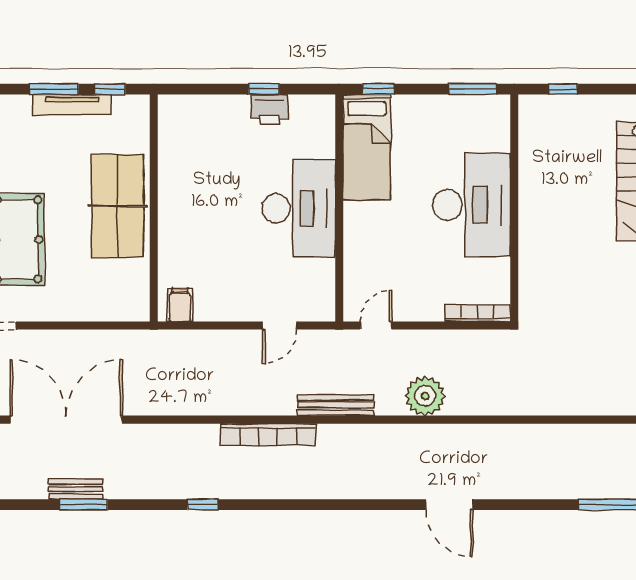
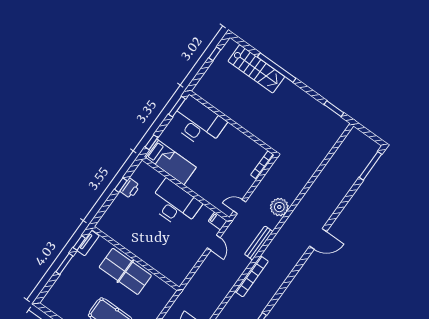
window: (563, 89) -> (215, 54), moved
tv unit: (72, 105) -> (88, 243), moved, width x0.71
desk: (471, 205) -> (198, 122), moved
filing cabinet: (180, 305) -> (218, 221), moved
door: (376, 326) -> (240, 207), hinge flipped
door: (449, 505) -> (318, 239), moved

